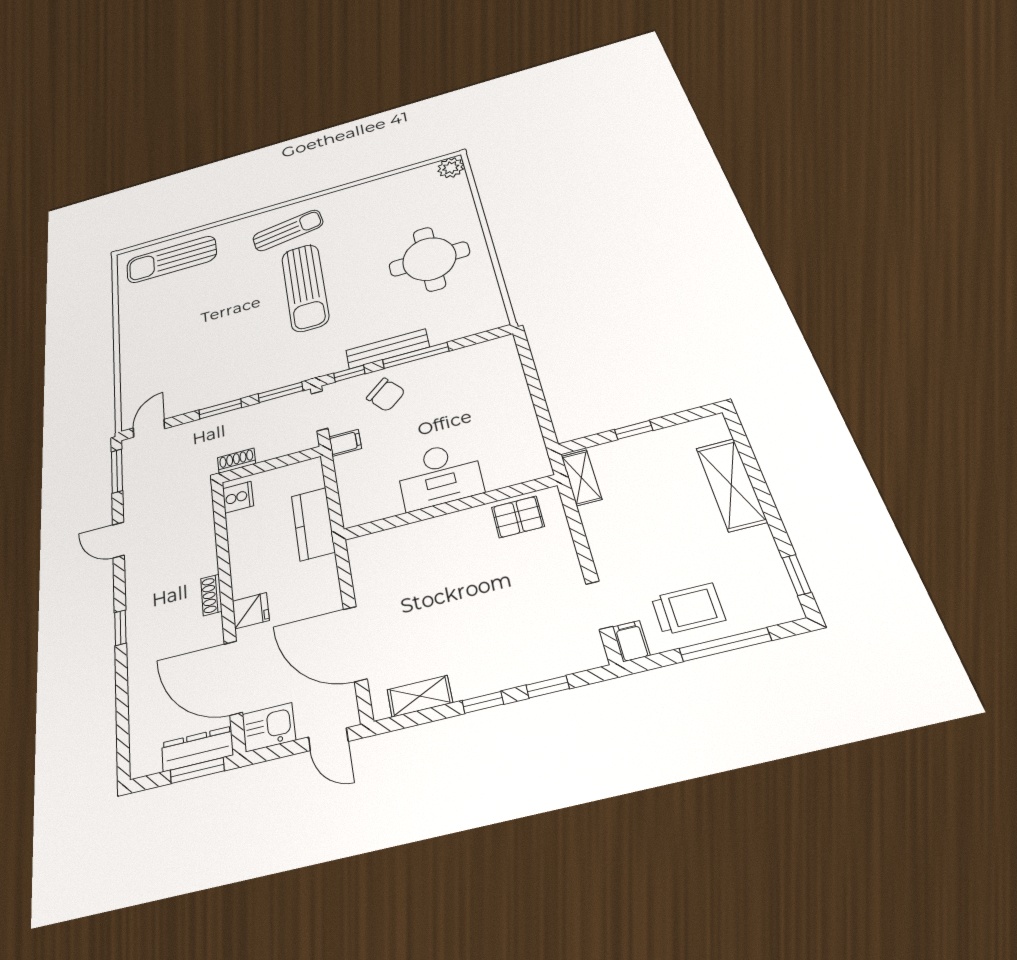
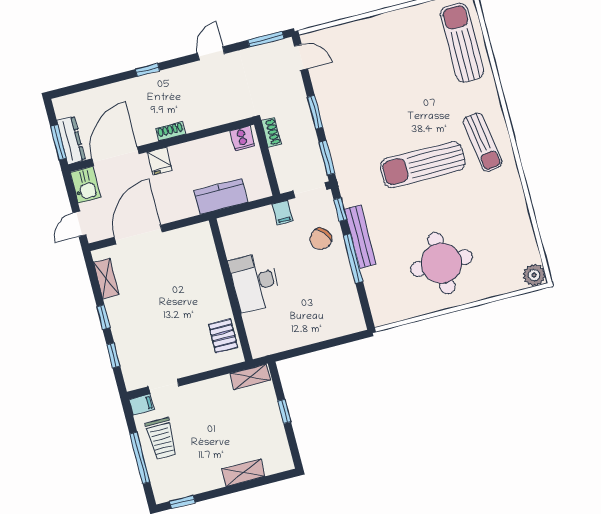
shelving: (731, 485) -> (243, 473), width x0.67, depth x0.75

